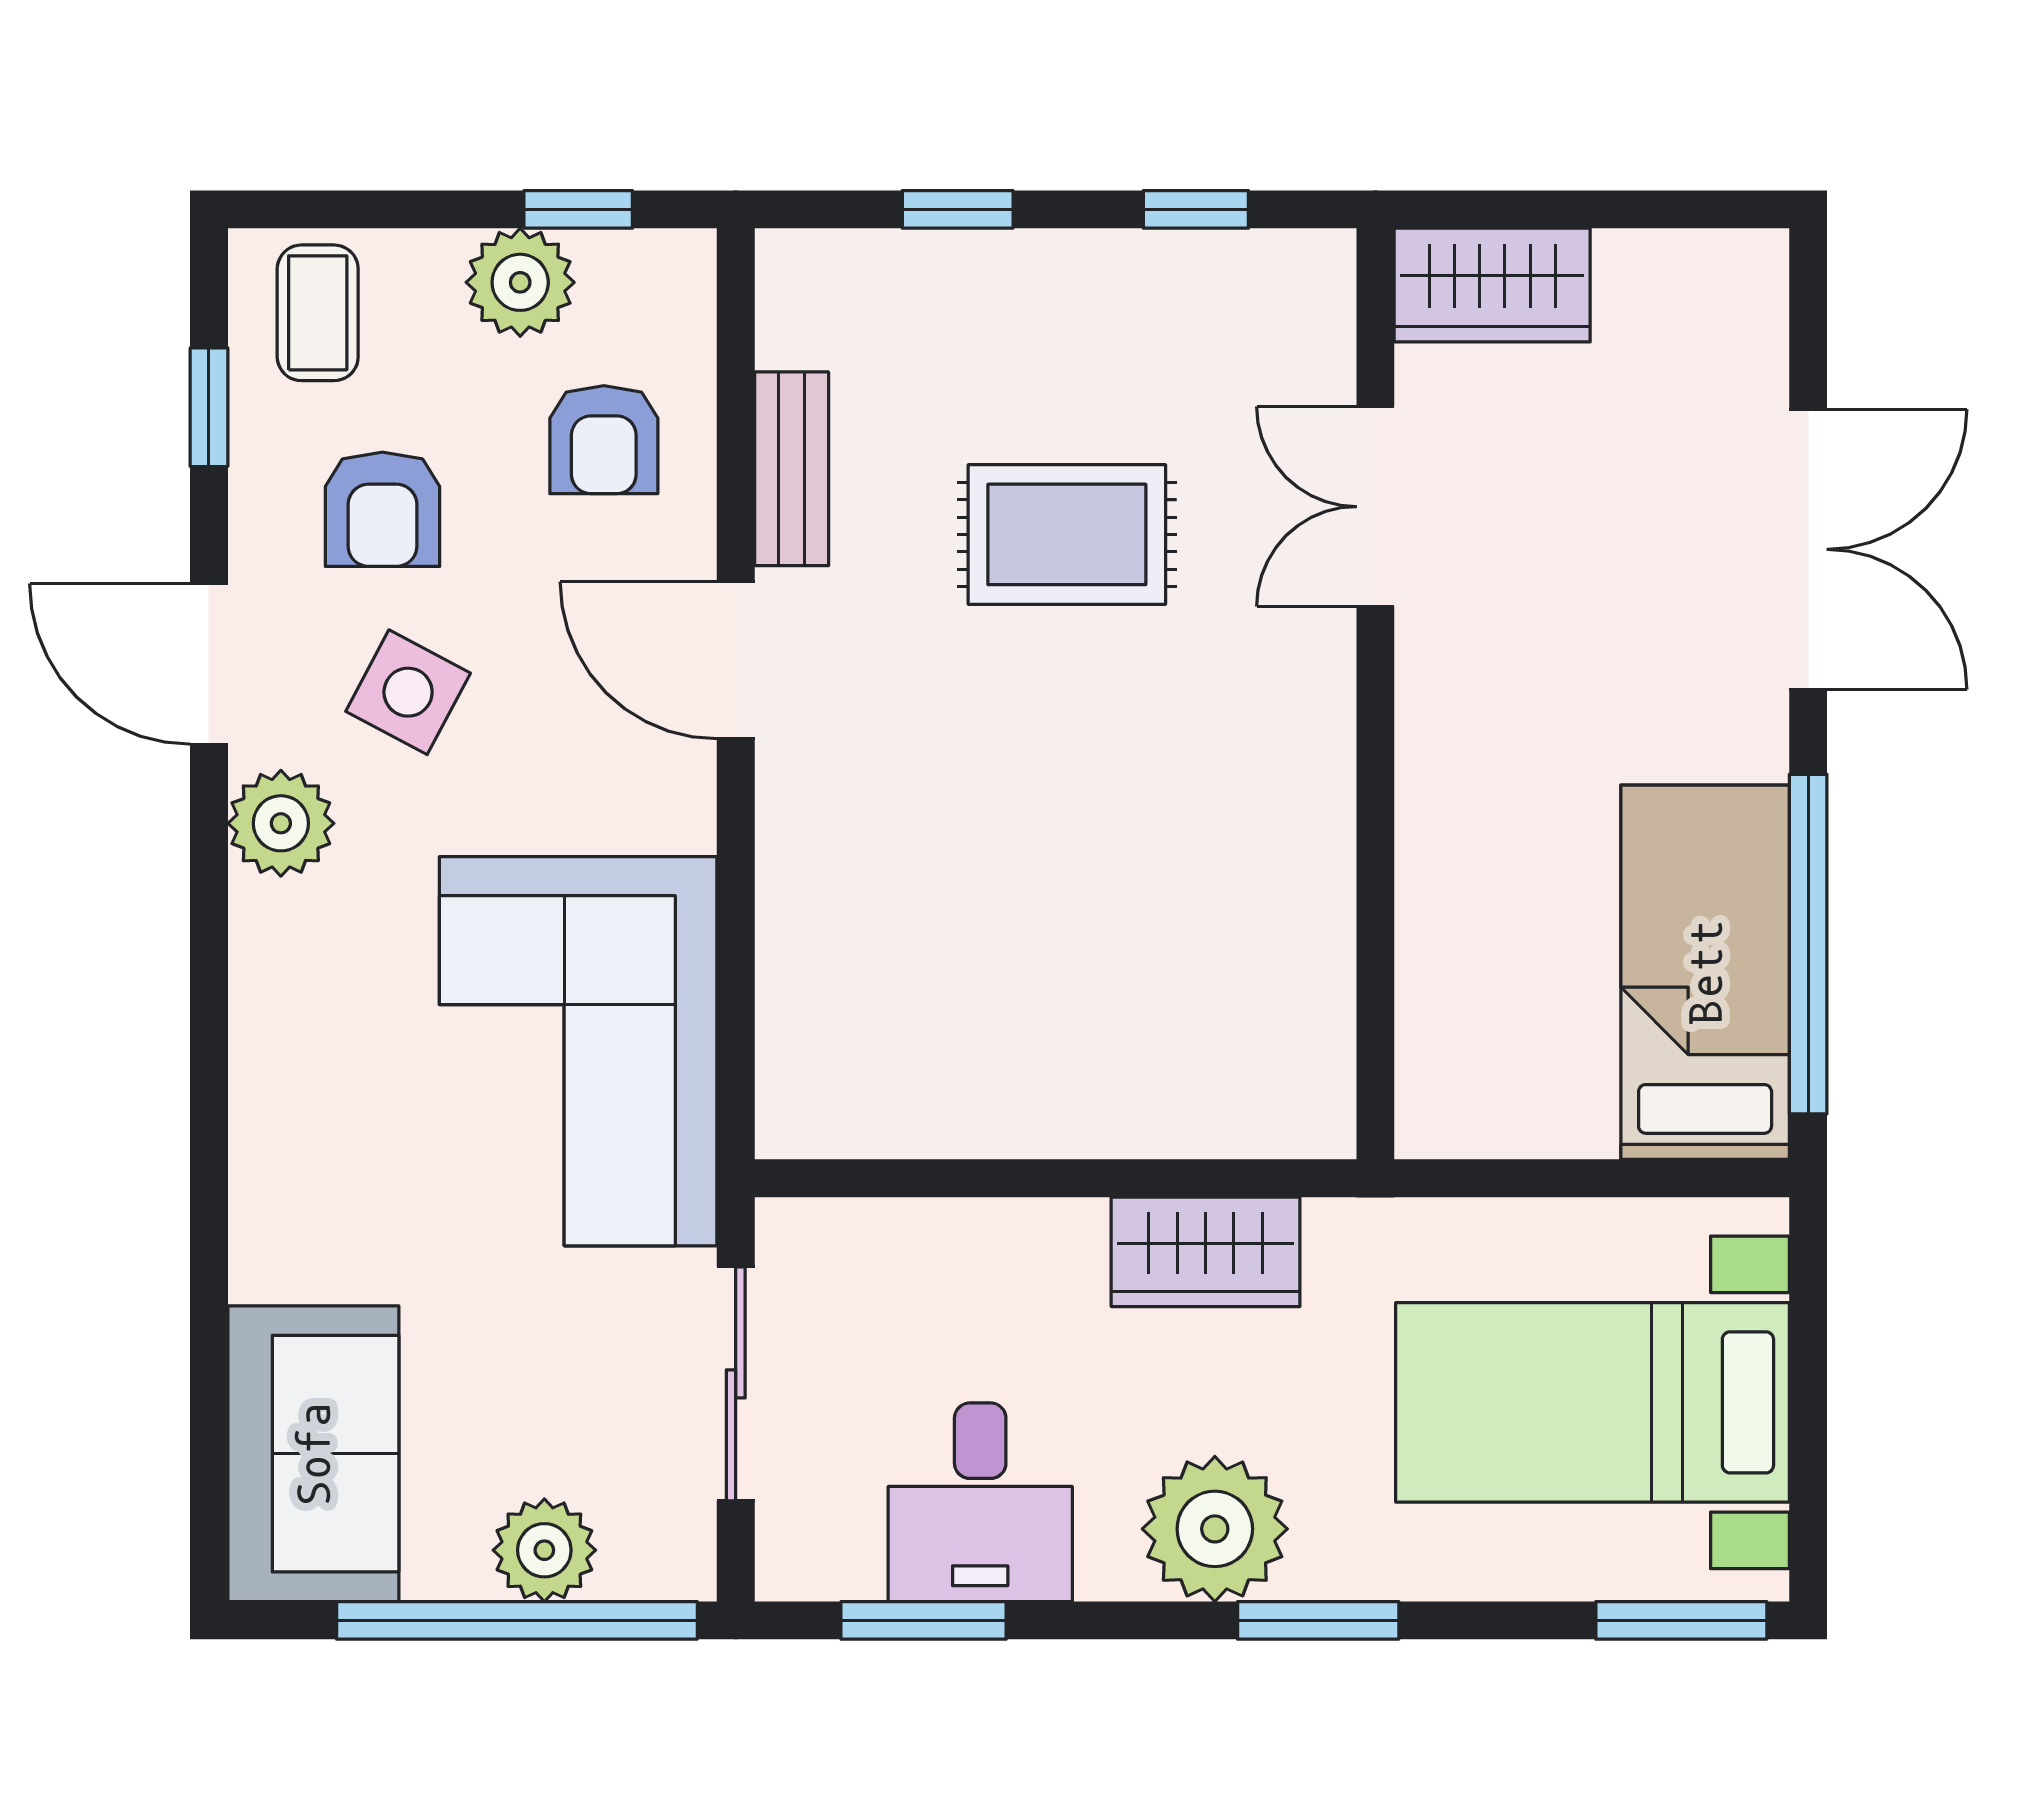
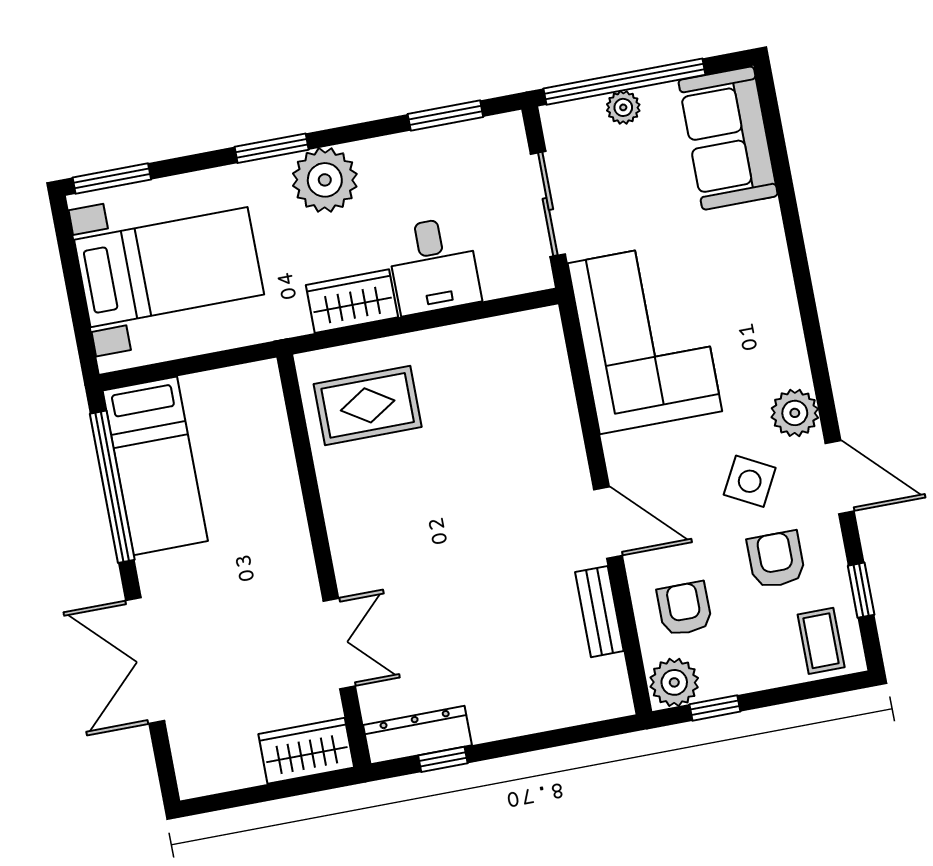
window: (958, 209) -> (548, 740), removed
dresser: (1241, 273) -> (418, 735), added
plant: (520, 282) -> (674, 682), moved
rug: (1067, 534) -> (368, 405), moved
desk: (980, 1502) -> (434, 265), moved, turned 180
plant: (544, 1550) -> (623, 107), width x0.73, depth x0.73

